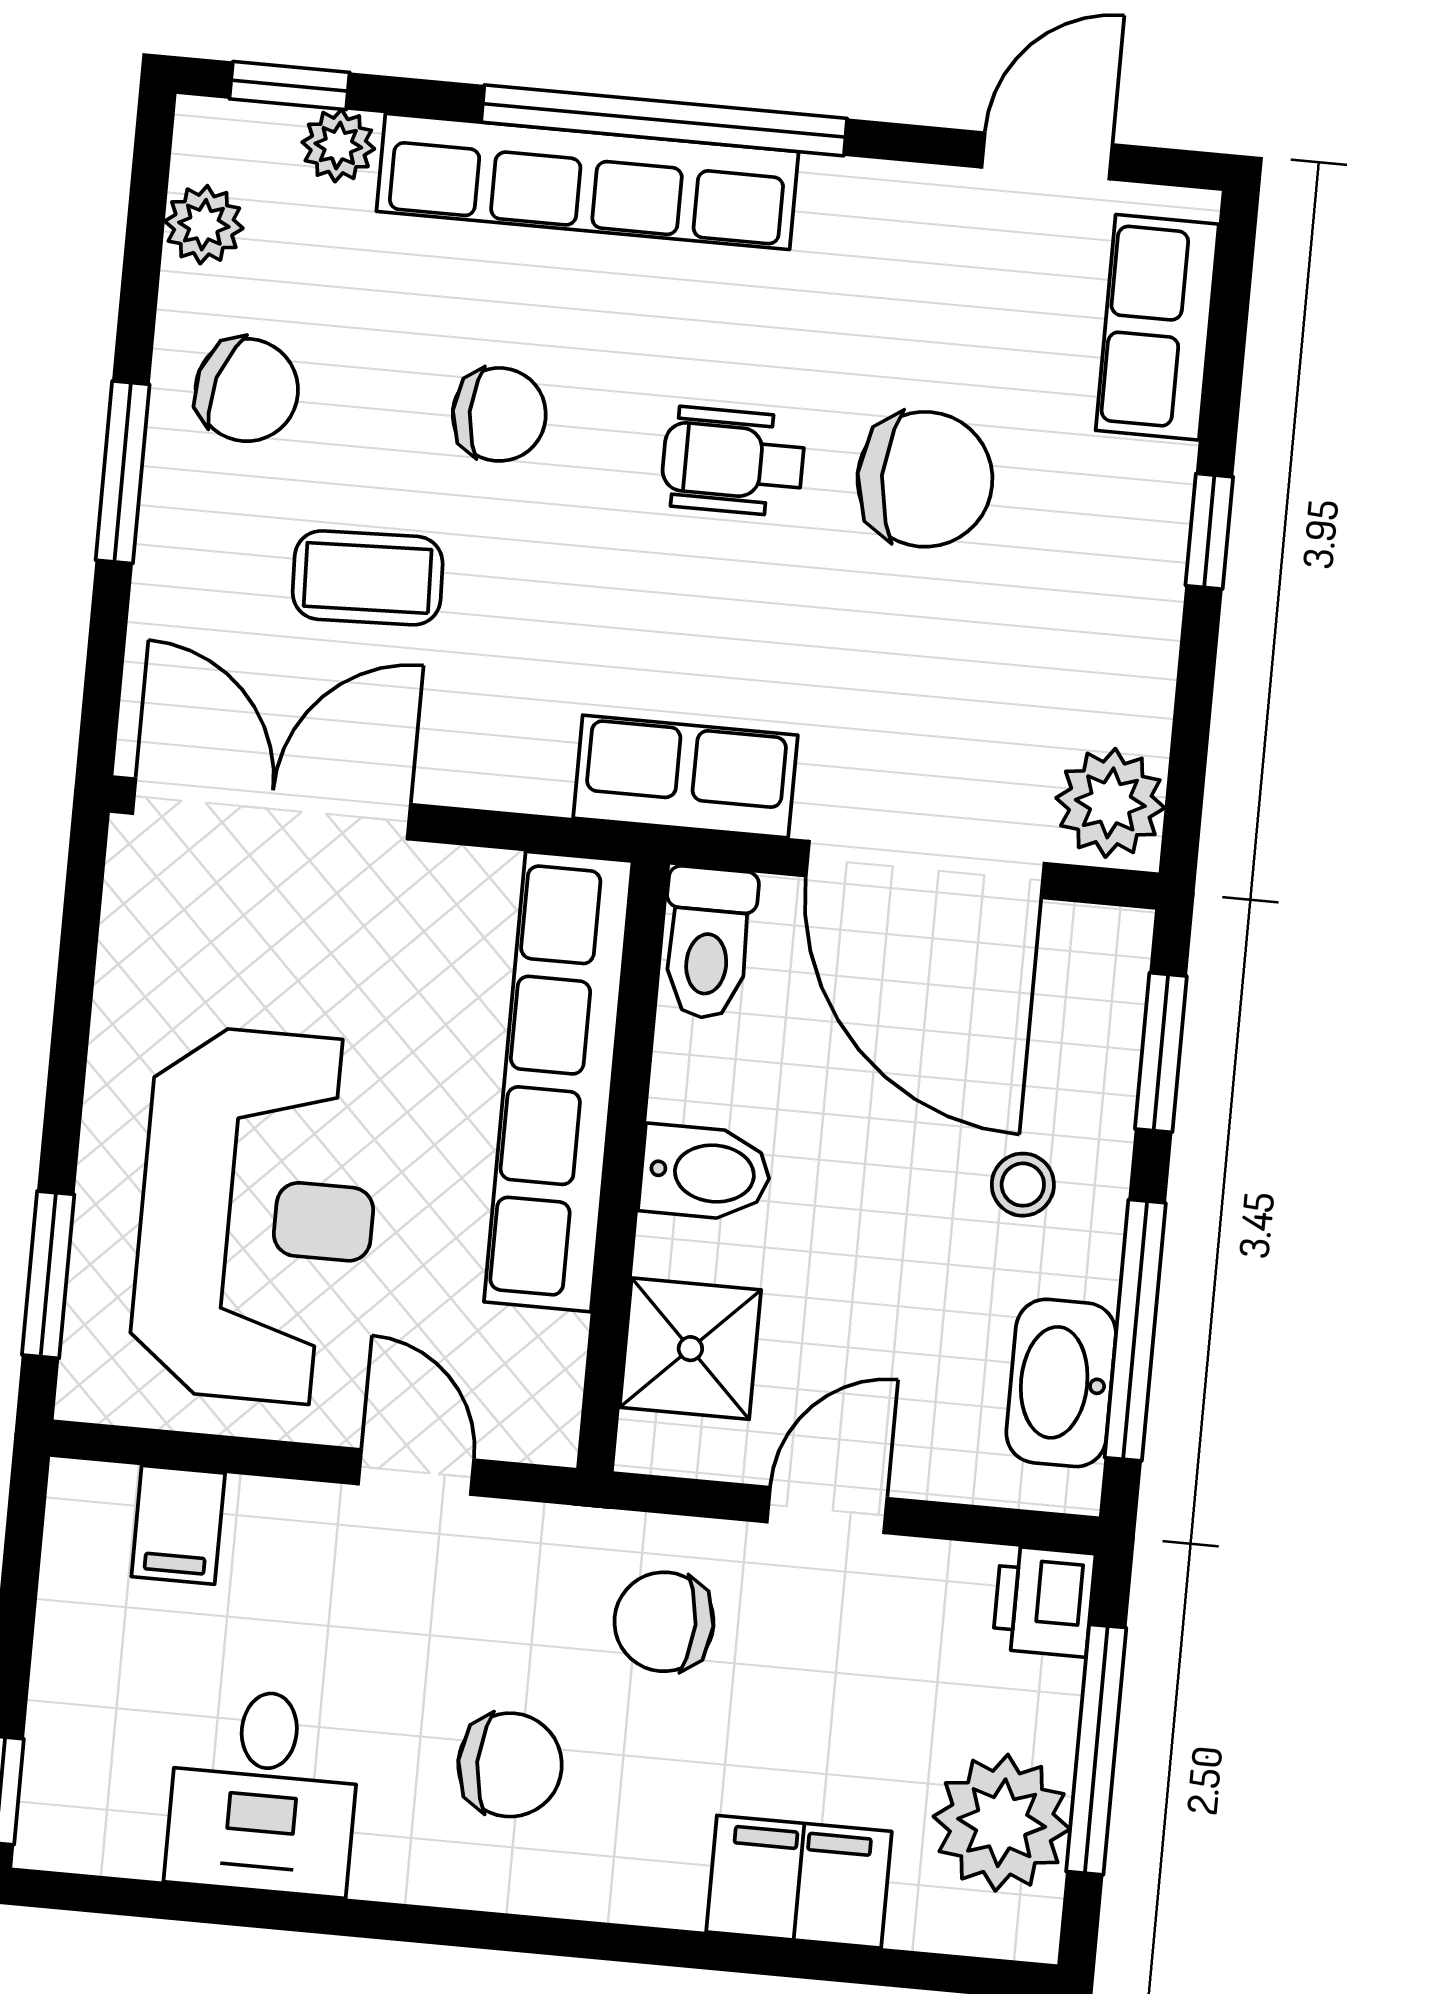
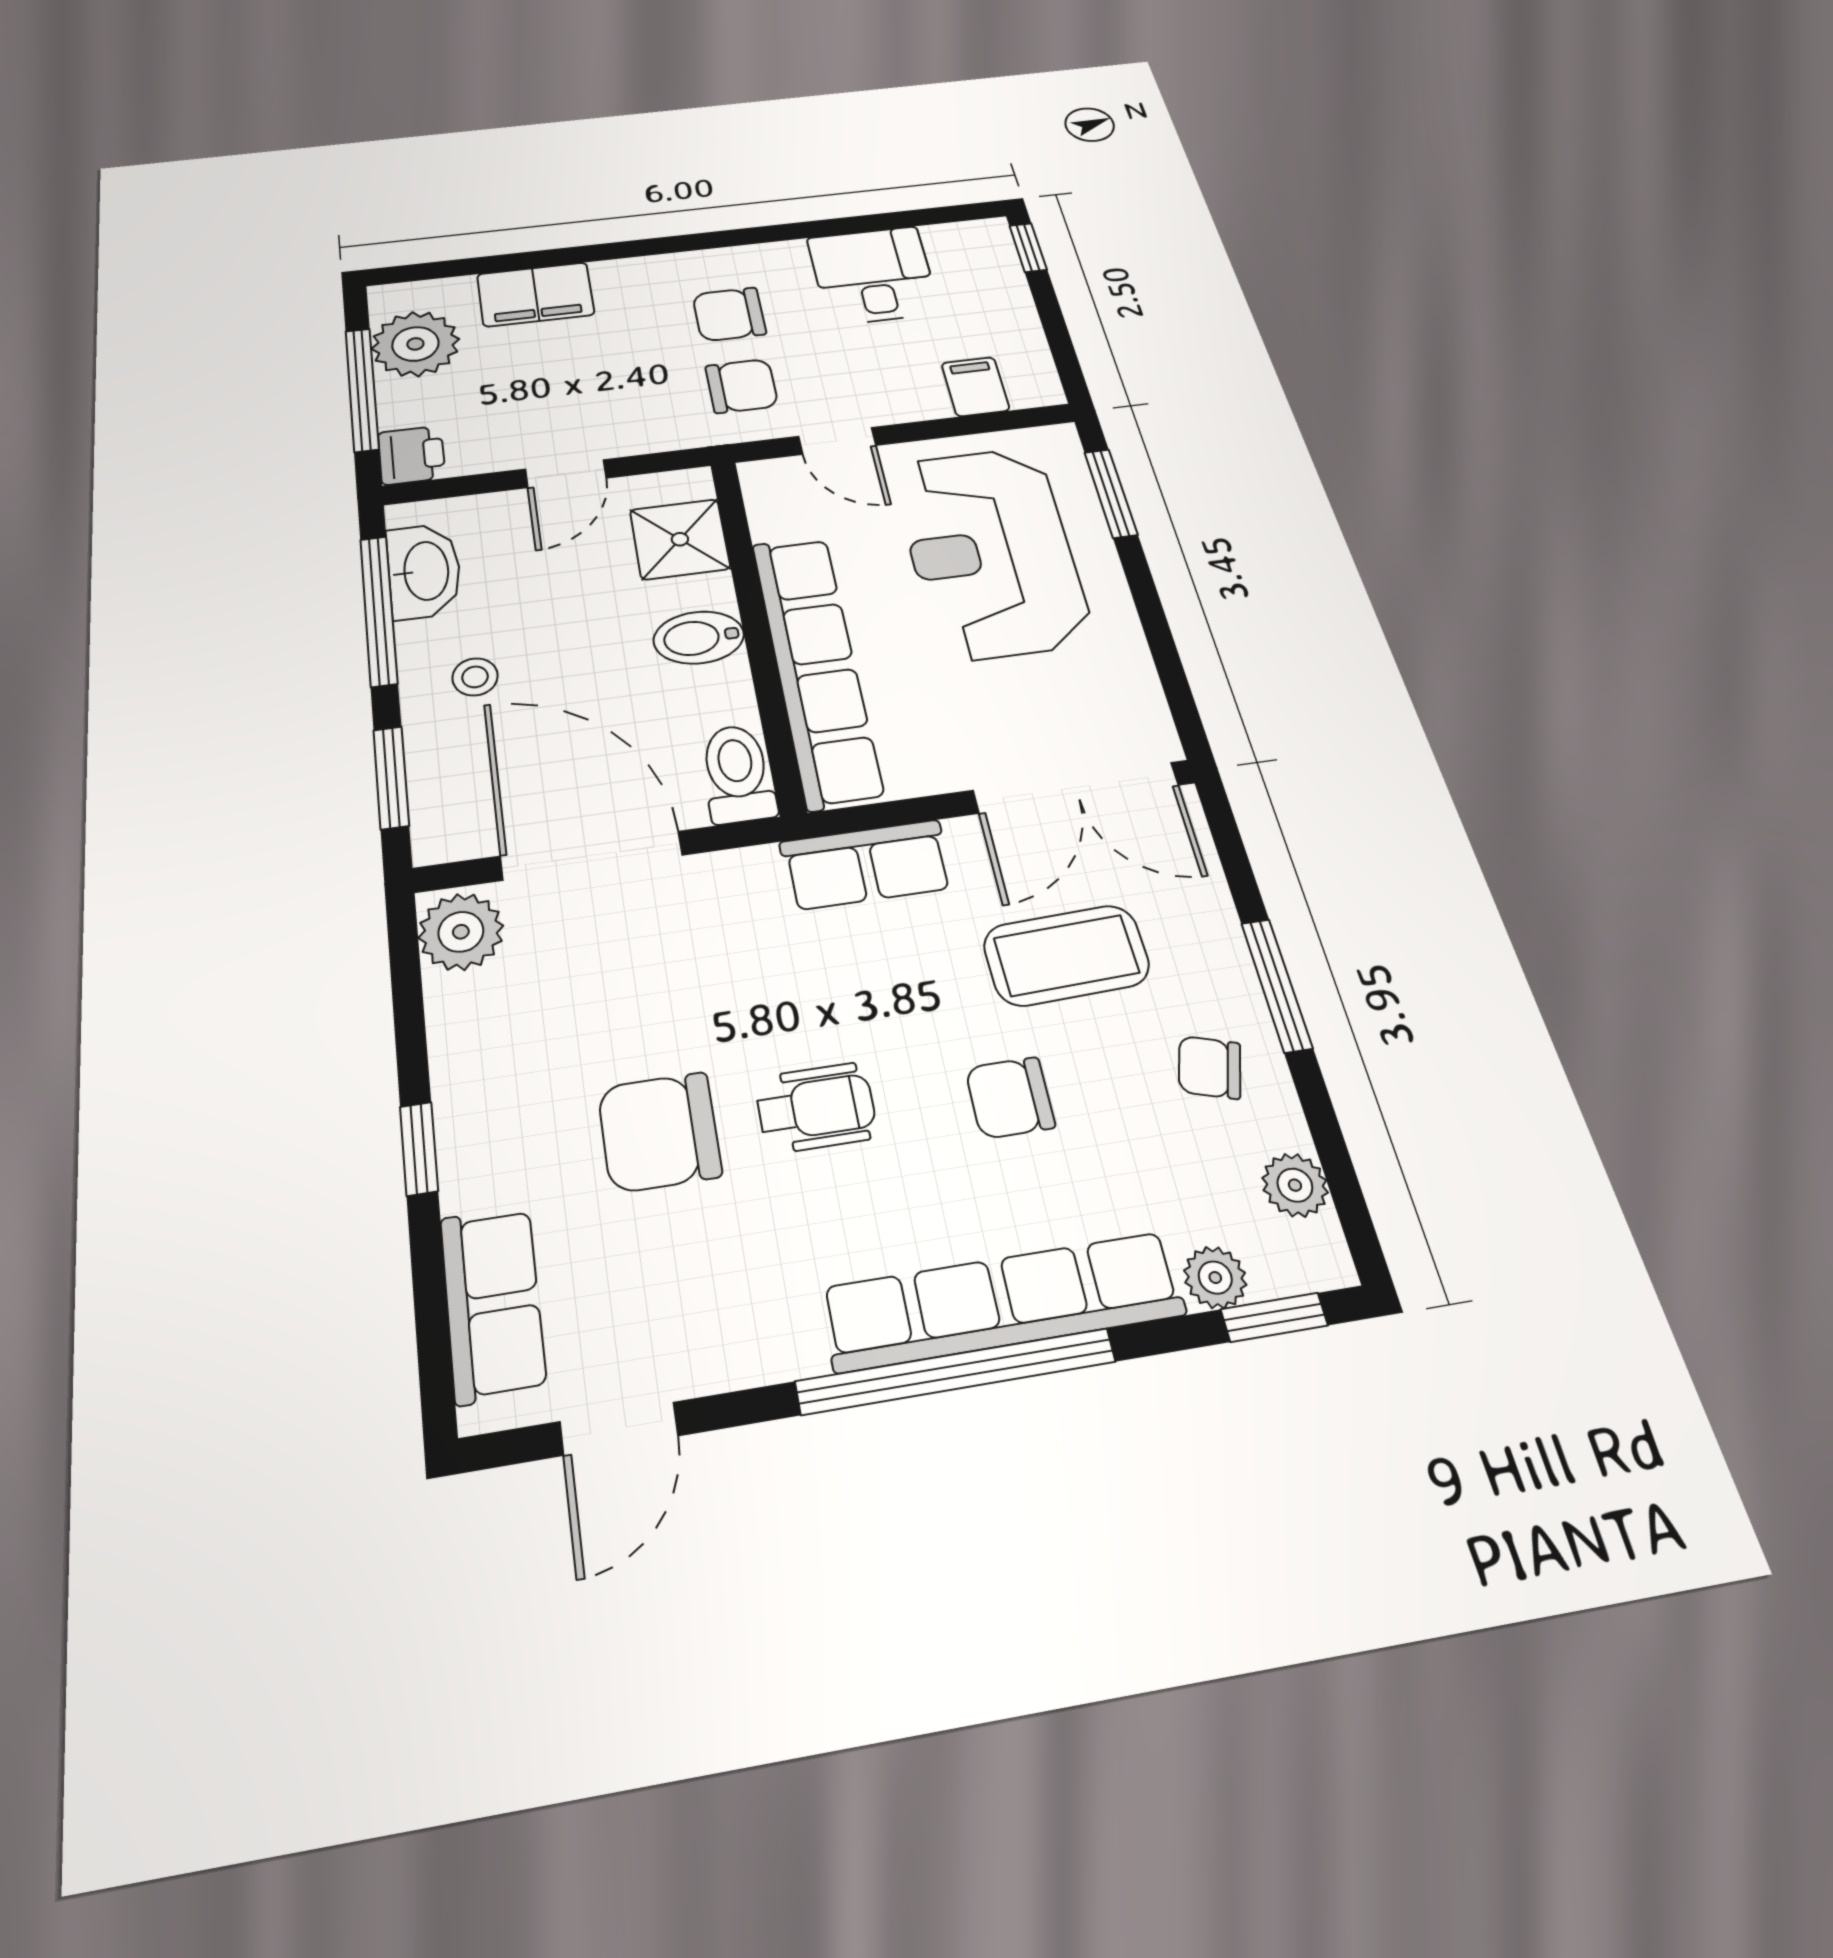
chair: (247, 390) -> (1210, 1067), width x0.73, depth x0.73
coffee table: (368, 578) -> (1066, 955), width x1.36, depth x1.30
row of seats: (685, 777) -> (866, 865), moved
chair: (664, 1622) -> (742, 386), moved

